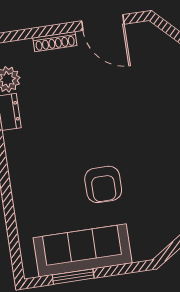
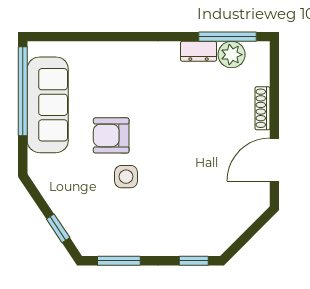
side table: (141, 164) -> (126, 177), added
window: (73, 277) -> (23, 91), width x2.11

